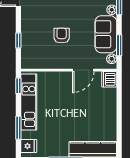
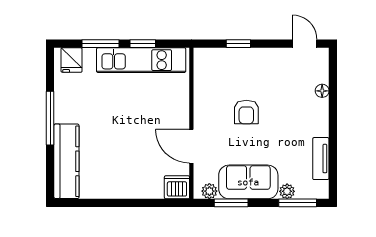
armchair: (62, 35) -> (246, 112), turned 90
window: (18, 86) -> (143, 44), moved

